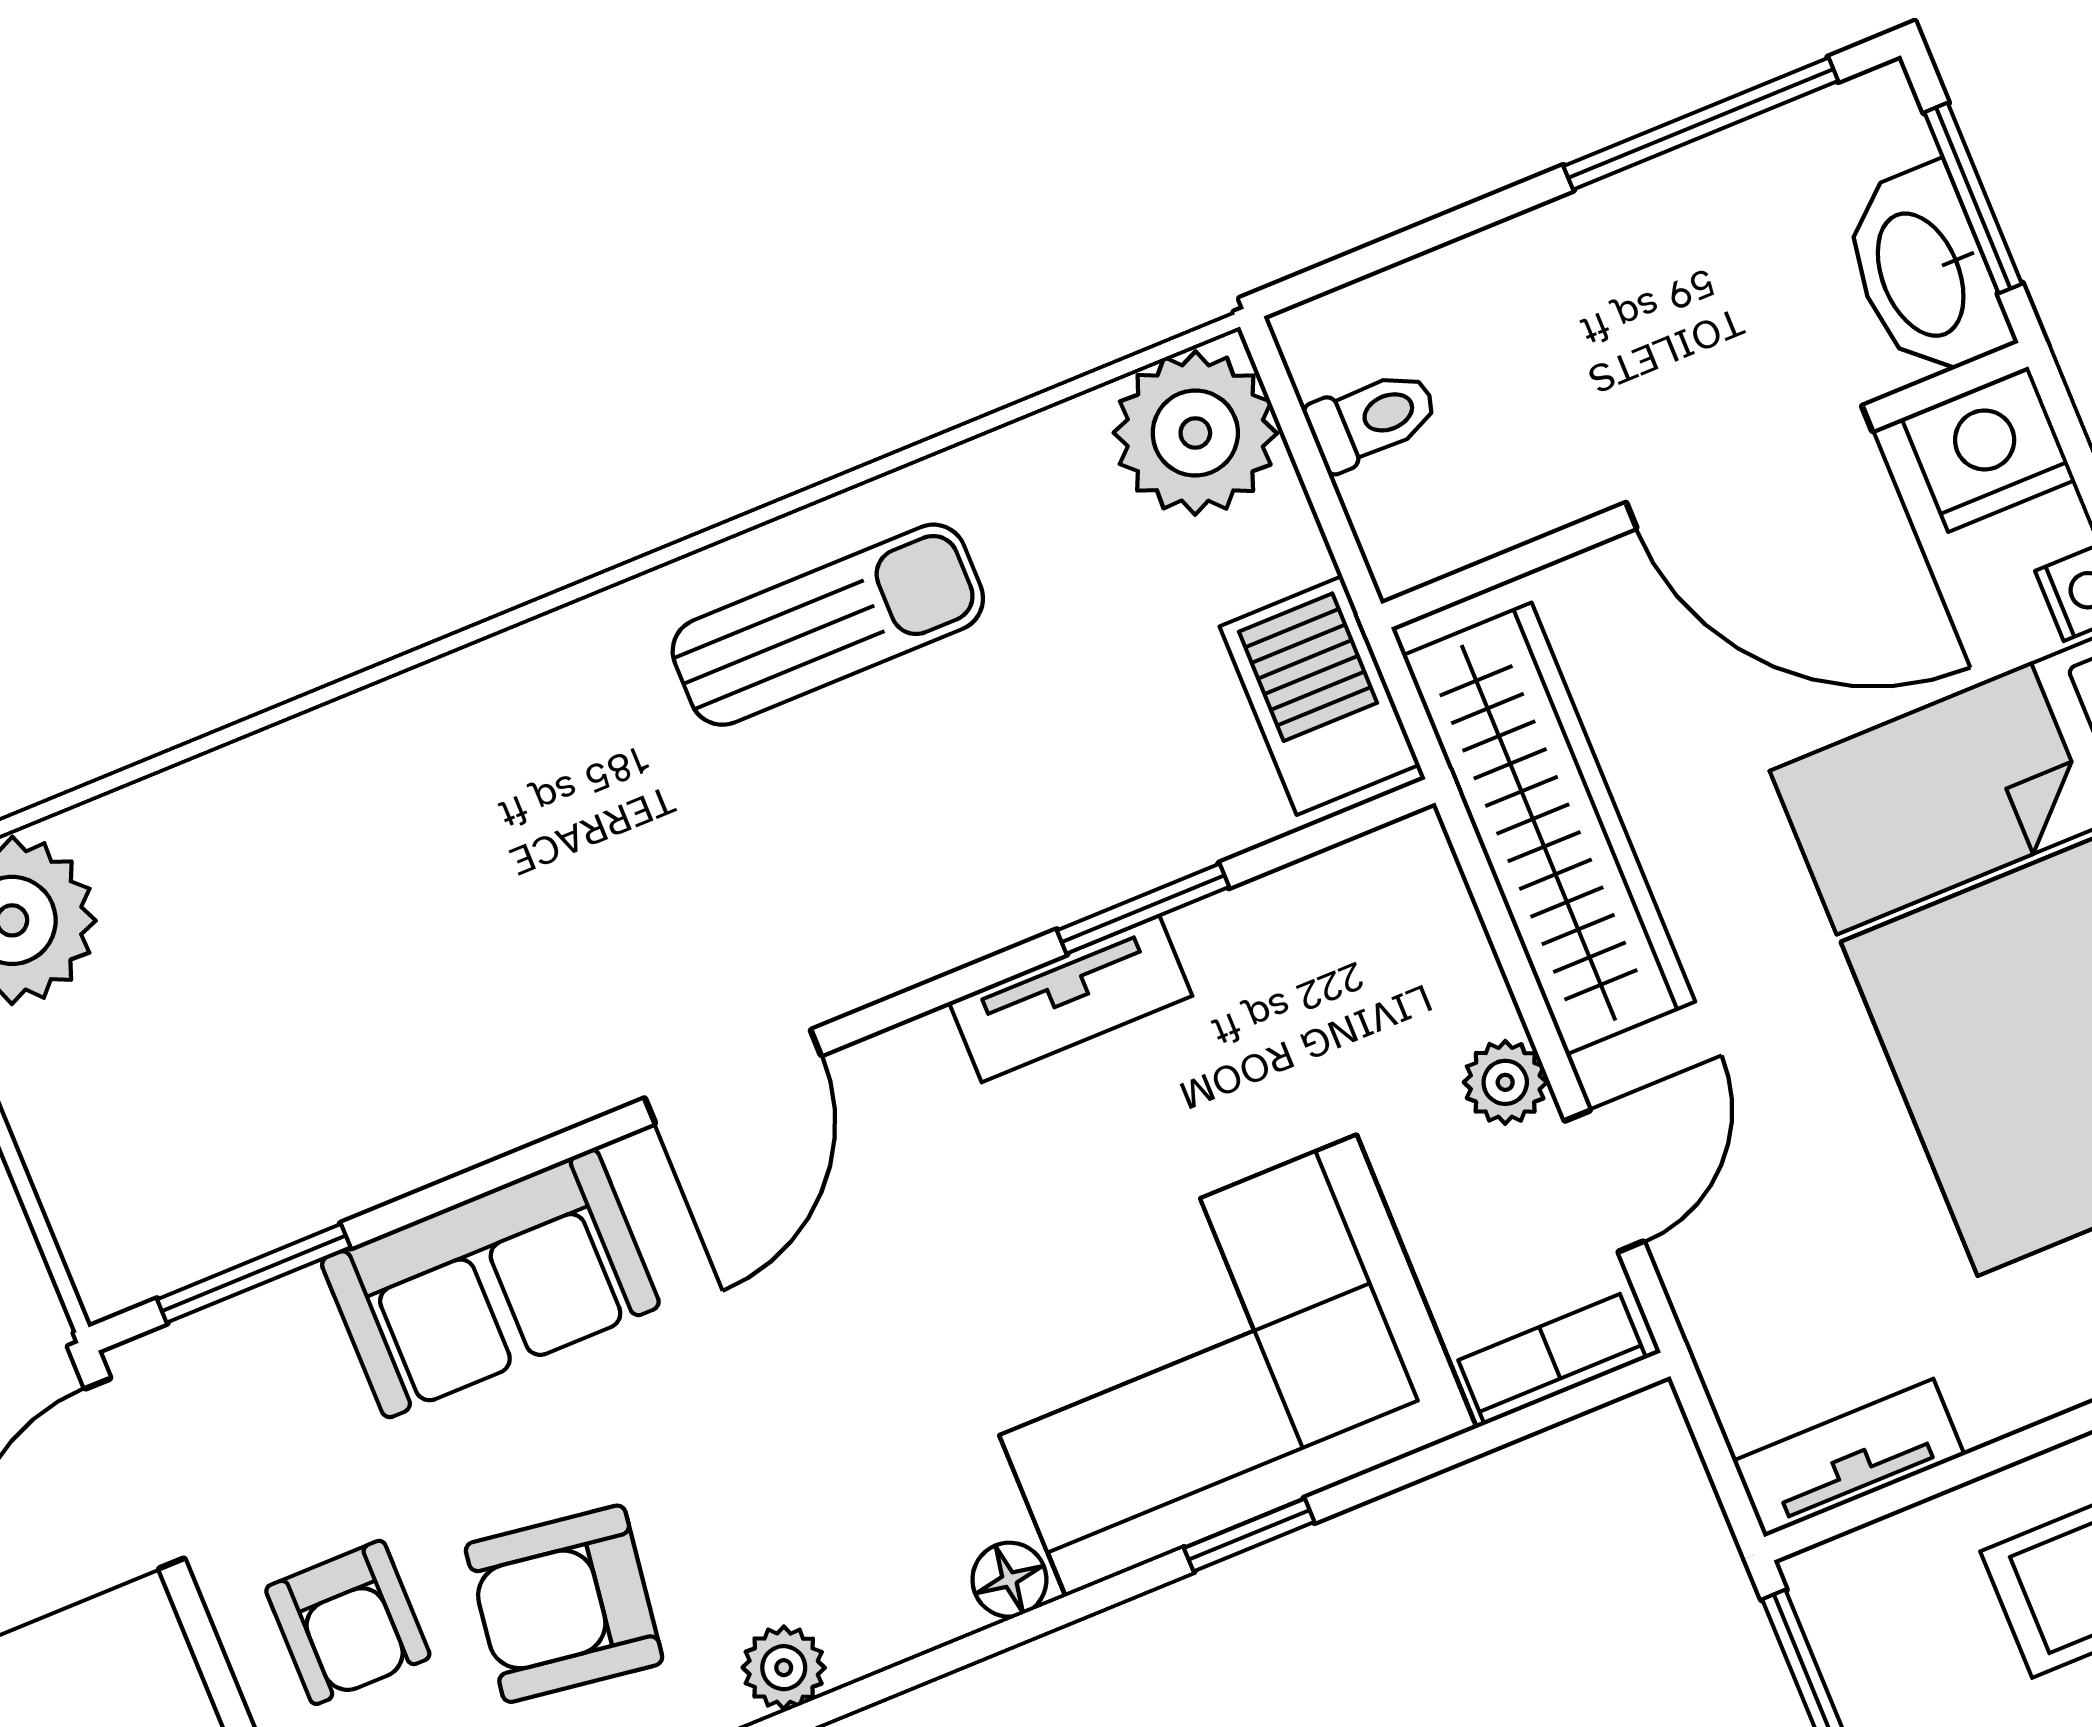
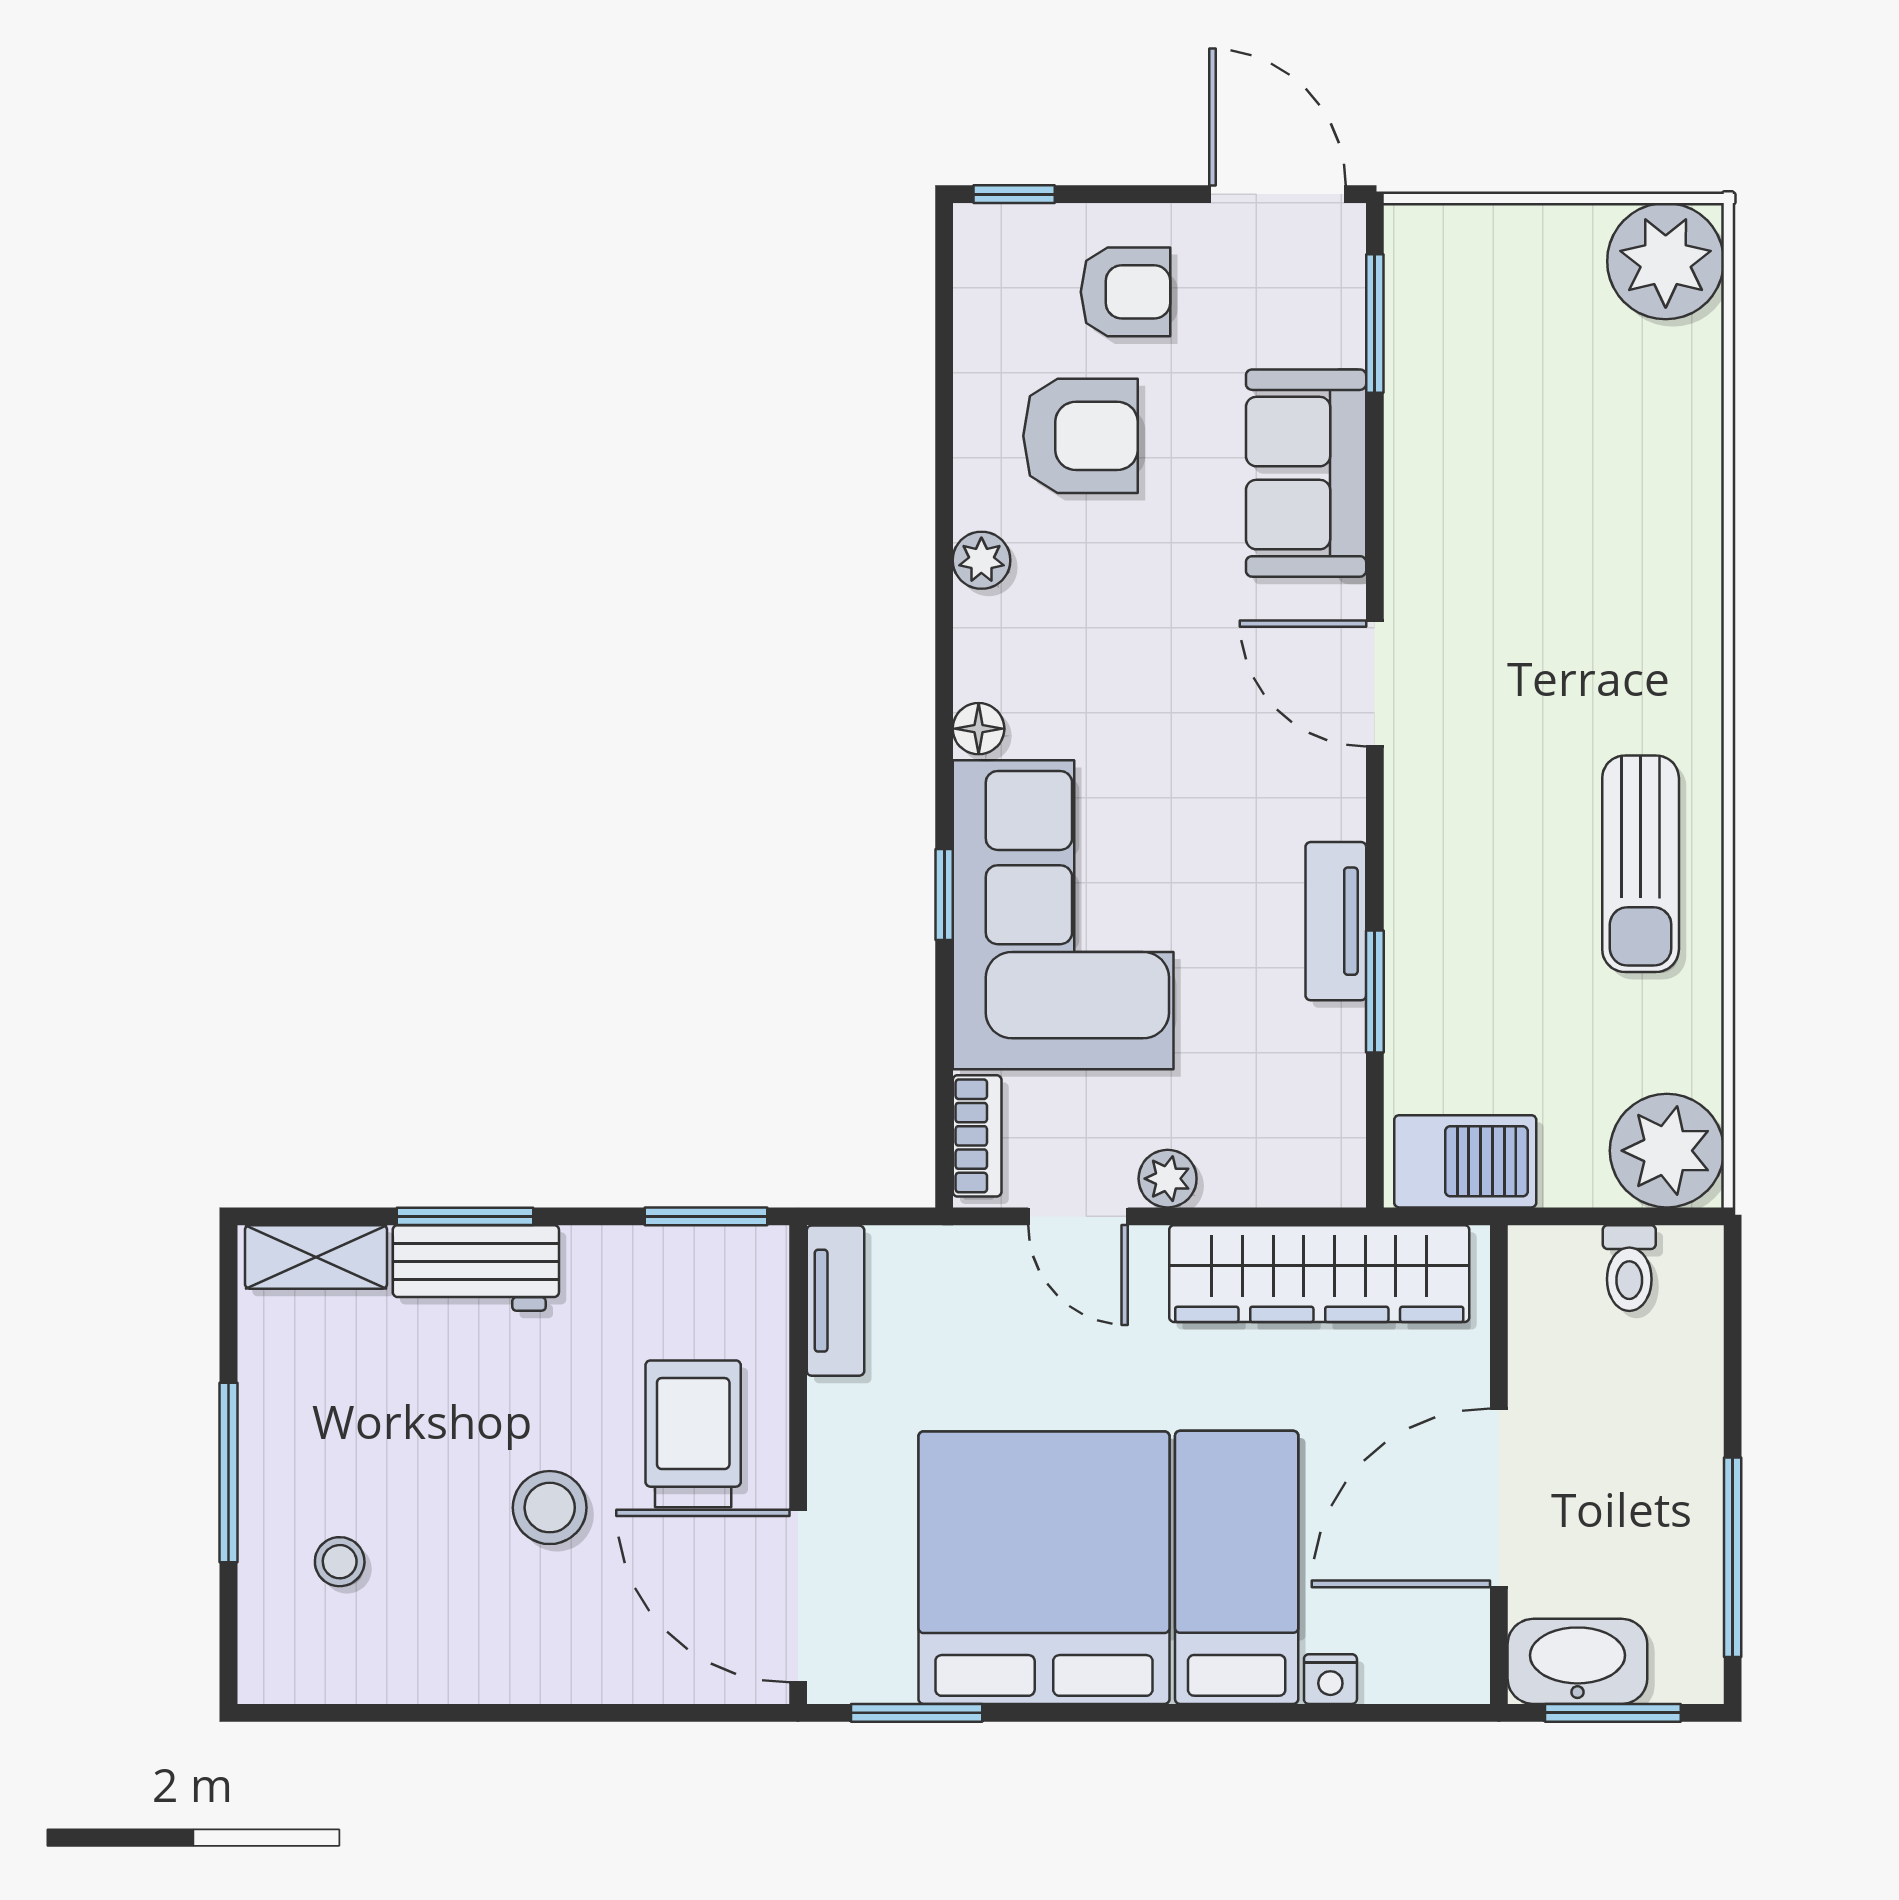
nightstand: (1988, 449) -> (1447, 1656), removed
armchair: (564, 1604) -> (1081, 436), turned 82
armchair: (348, 1622) -> (1125, 292), turned 180

